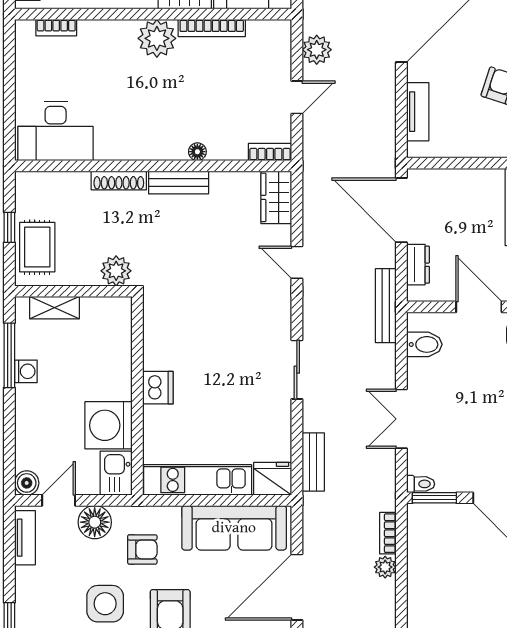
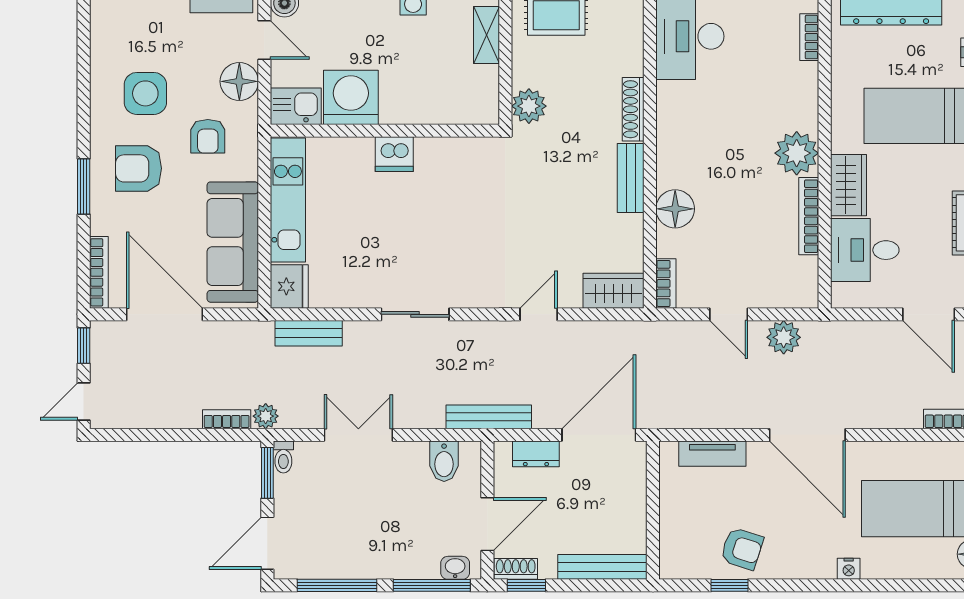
floor lamp: (197, 152) -> (675, 209), width x1.89, depth x1.89
plant: (385, 567) -> (266, 416), moved

